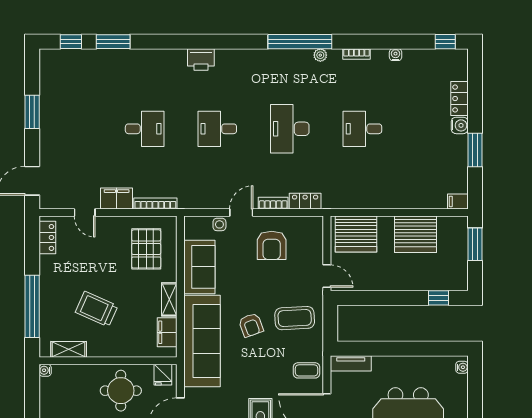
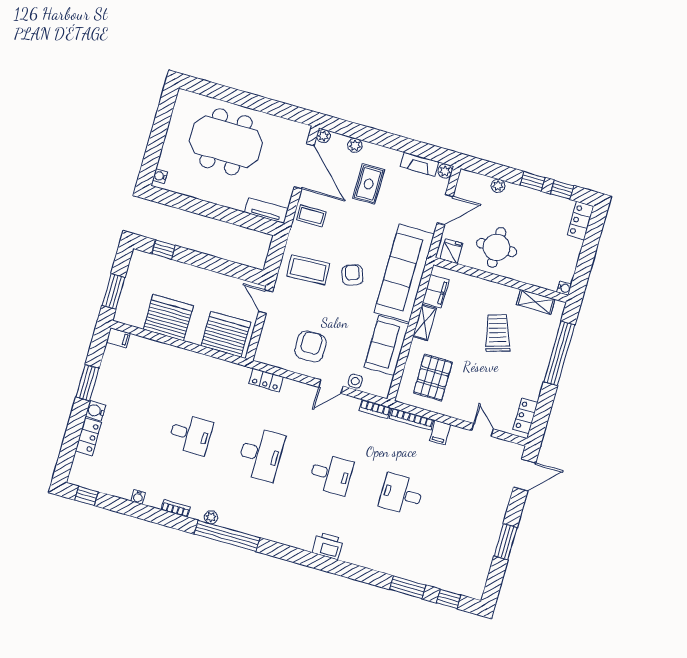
filing cabinet: (117, 198) -> (440, 432), width x0.50
bookcase: (273, 203) -> (375, 409), moved
trolley: (97, 309) -> (498, 333), turned -131

